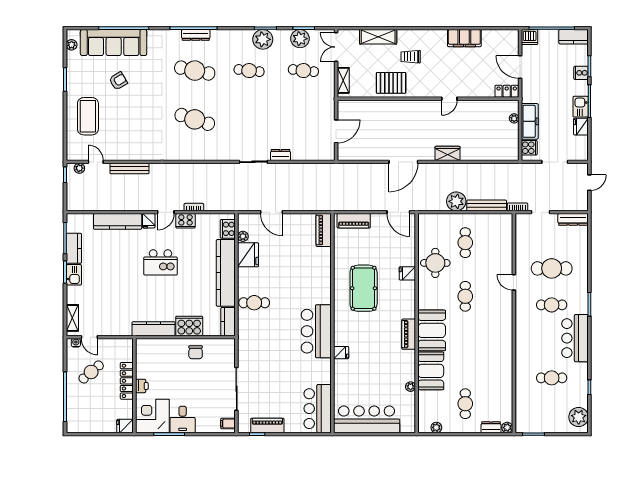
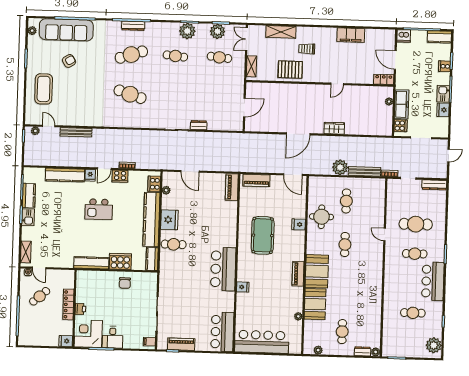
cafe table: (195, 71) -> (131, 55), turned -30
fridge: (248, 255) -> (169, 220), moved

